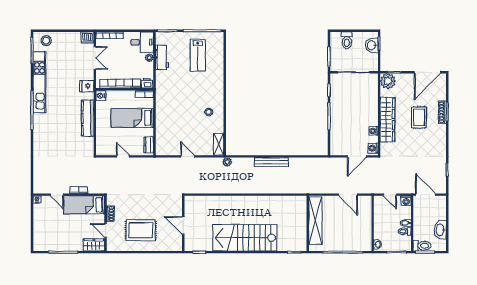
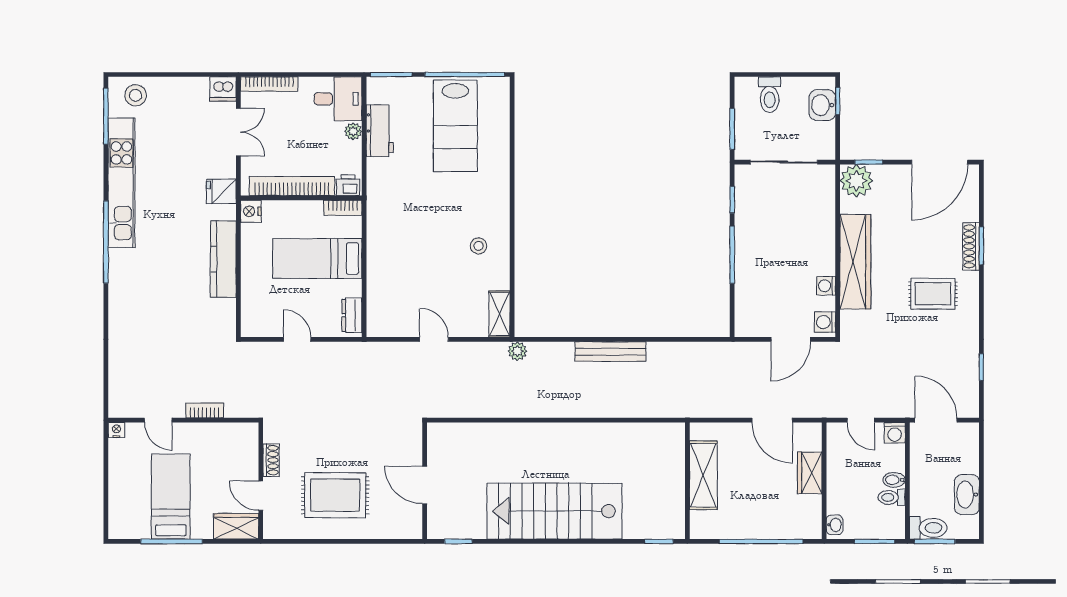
lab bench: (198, 55) -> (455, 126), width x1.36, depth x1.39
rug: (419, 117) -> (933, 294), moved, turned 90
bed: (84, 205) -> (171, 496), moved, turned 90
wardrobe: (366, 220) -> (810, 473), added
shelving: (315, 221) -> (703, 475), width x0.68

